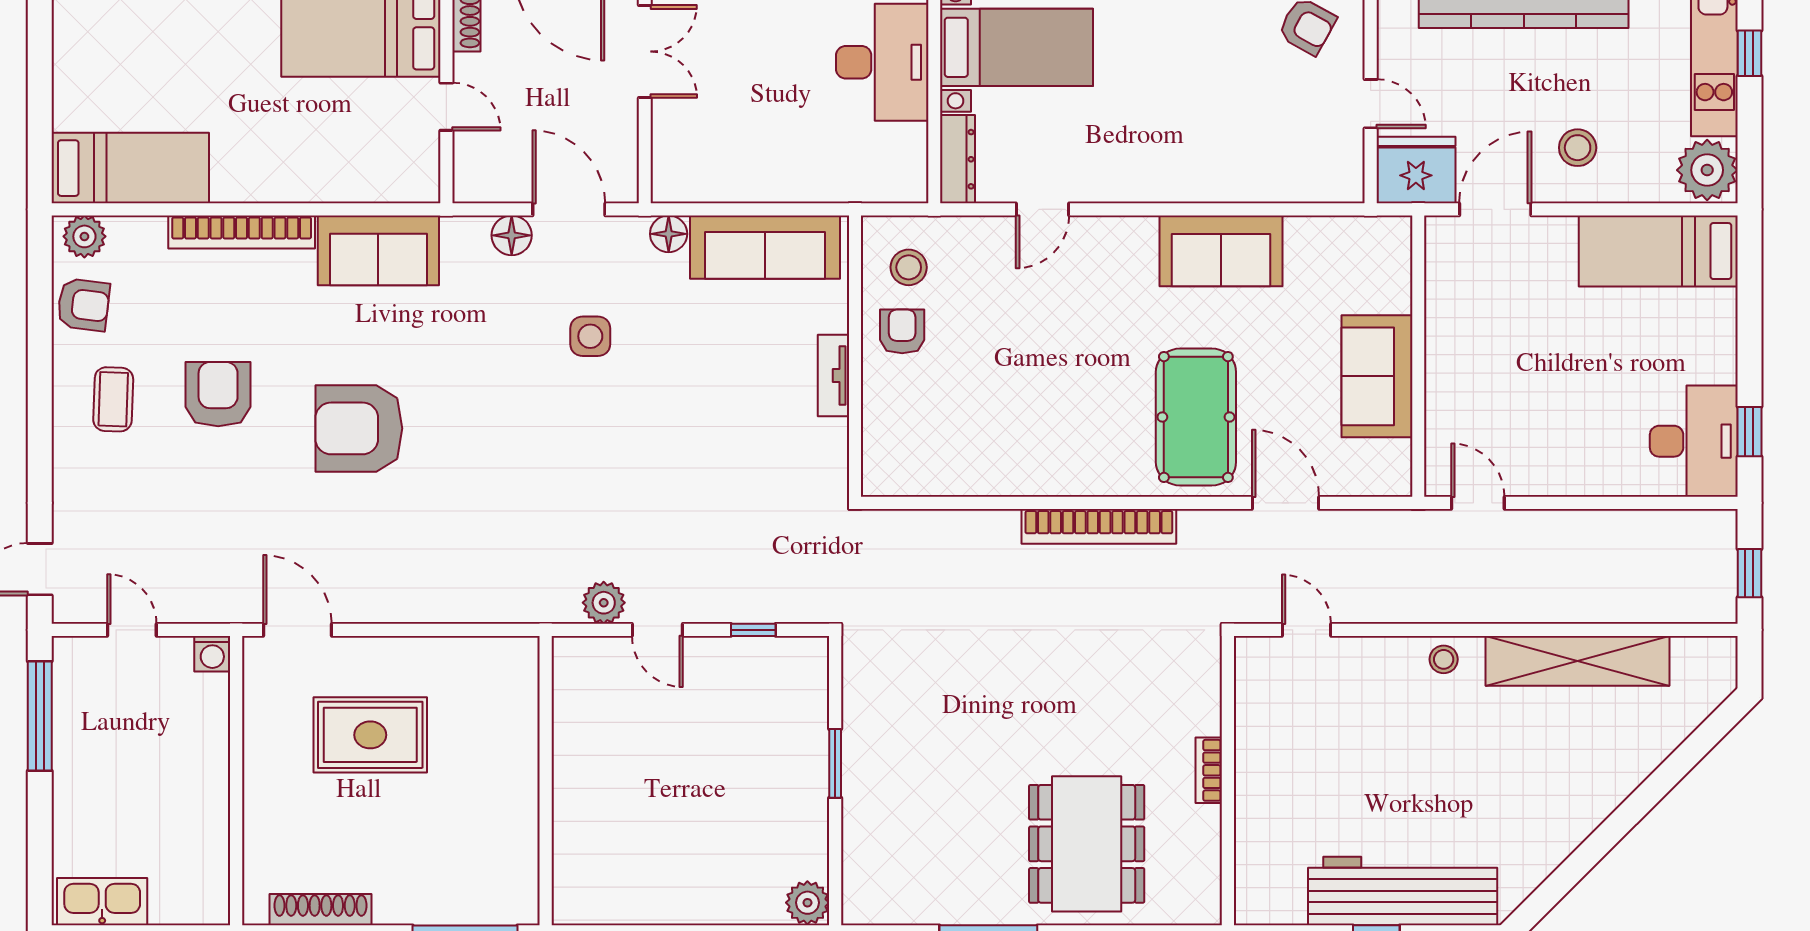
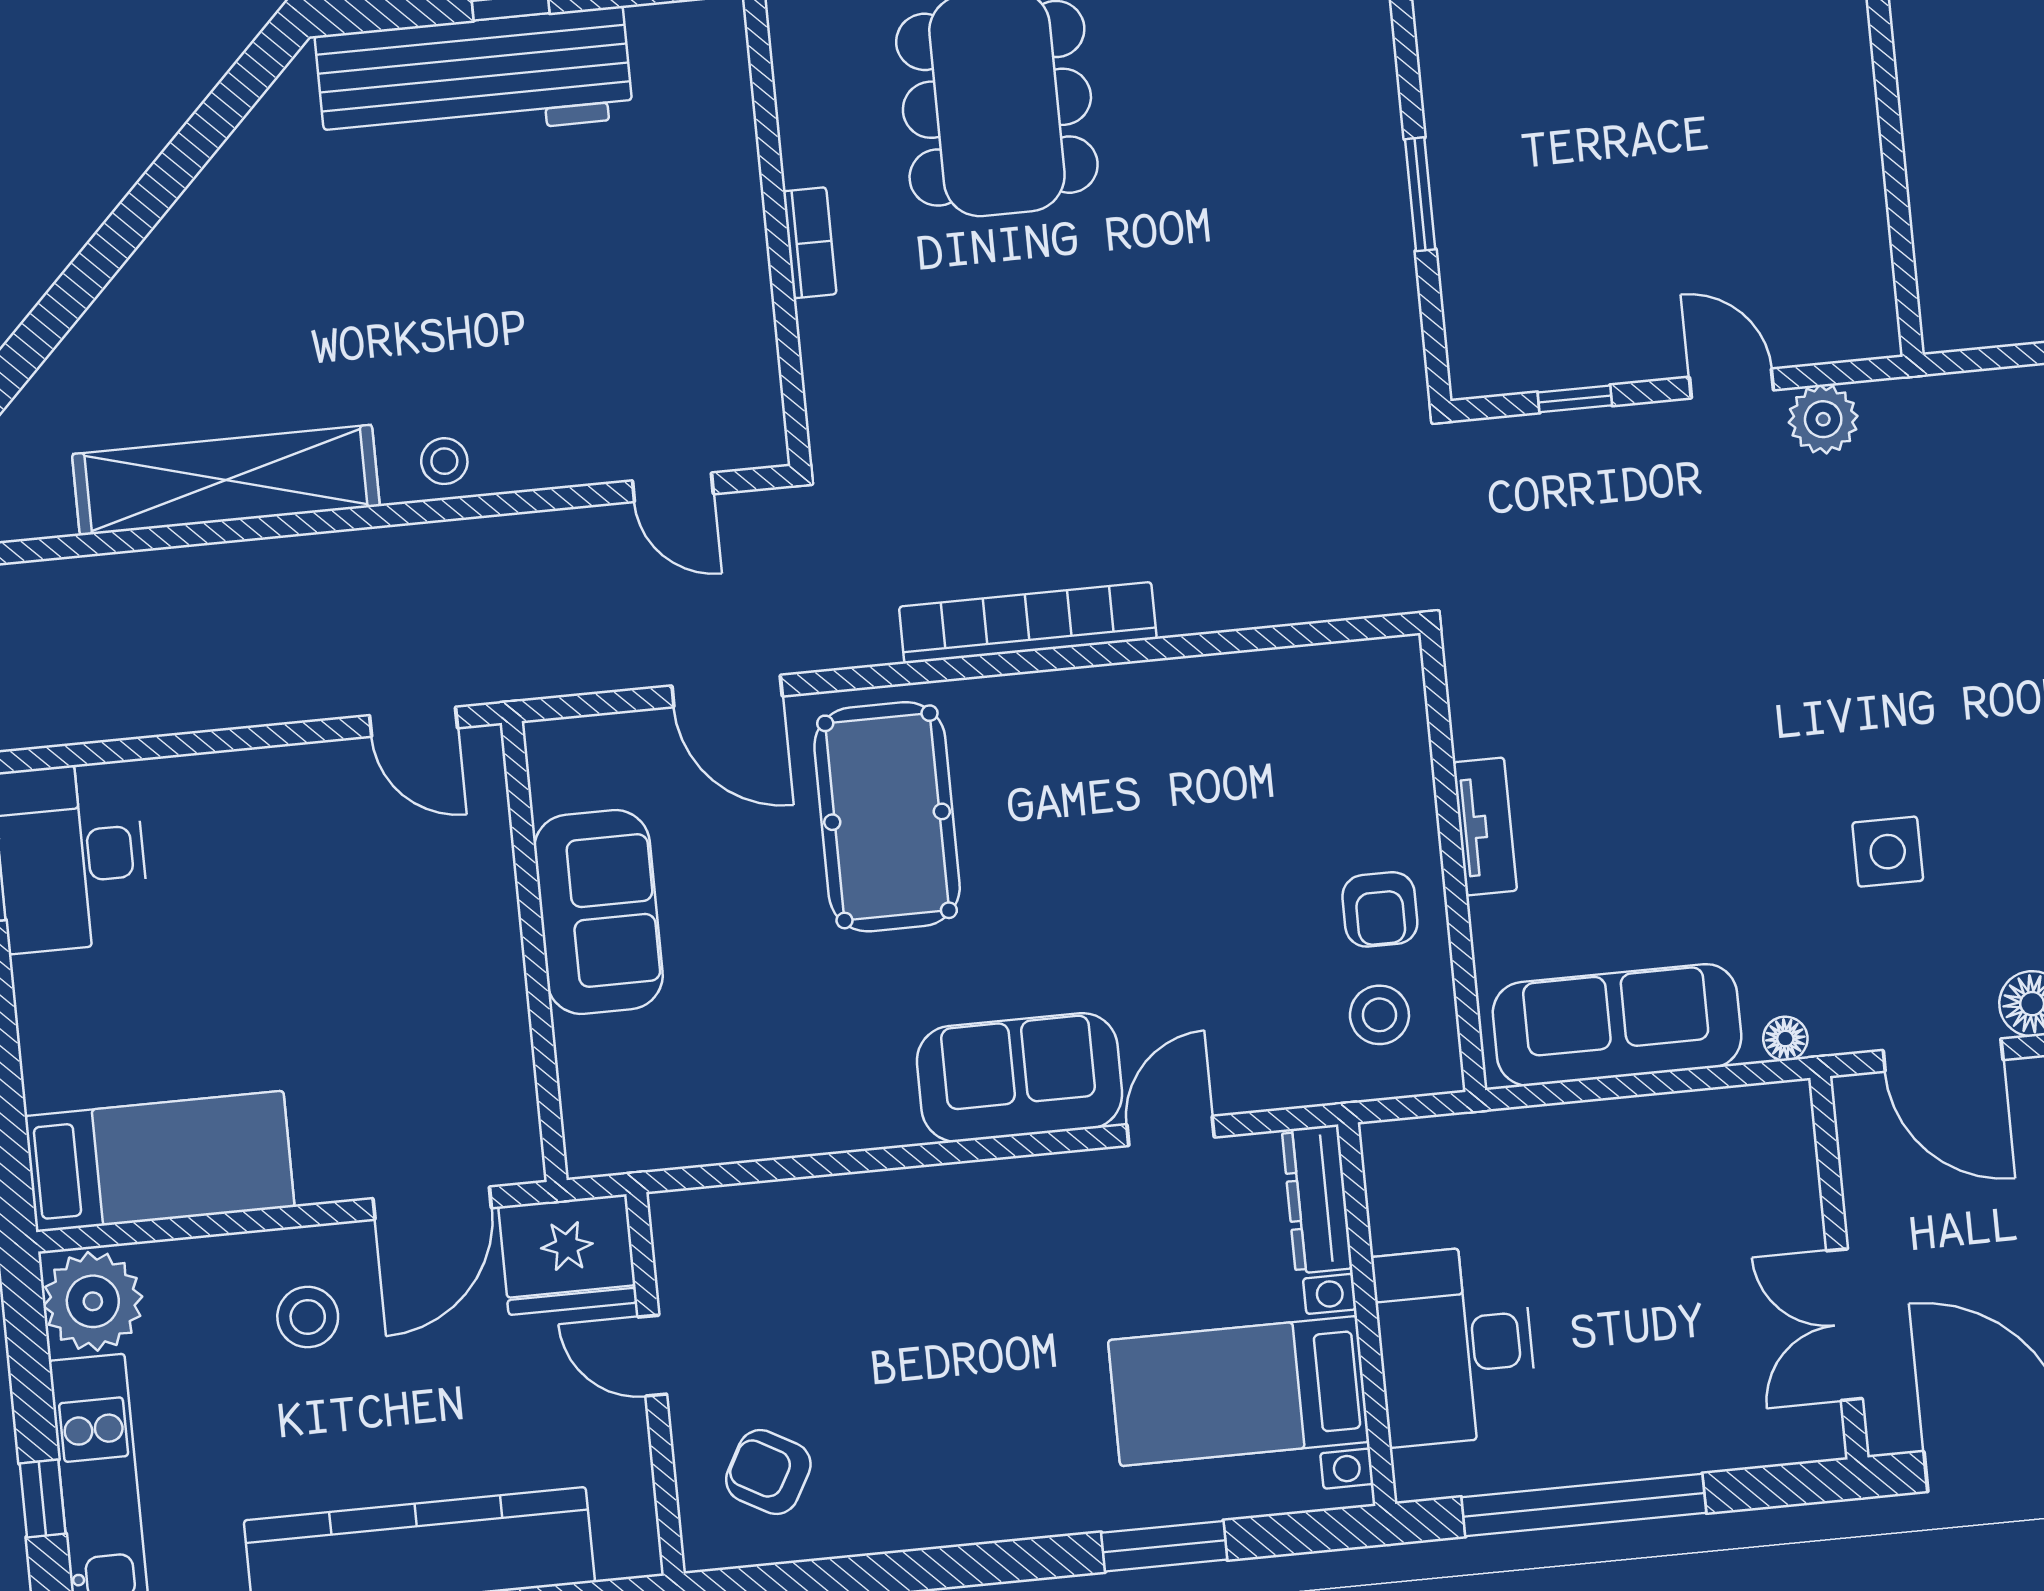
floor lamp: (669, 234) -> (1785, 1039), width x0.73, depth x0.73
sofa: (1221, 251) -> (1020, 1077), moved

